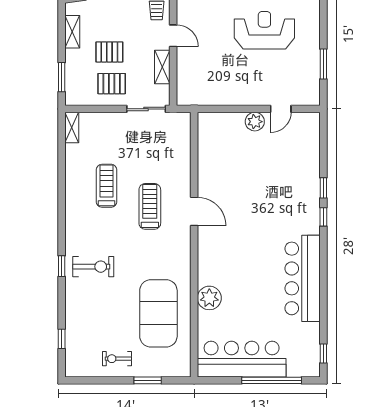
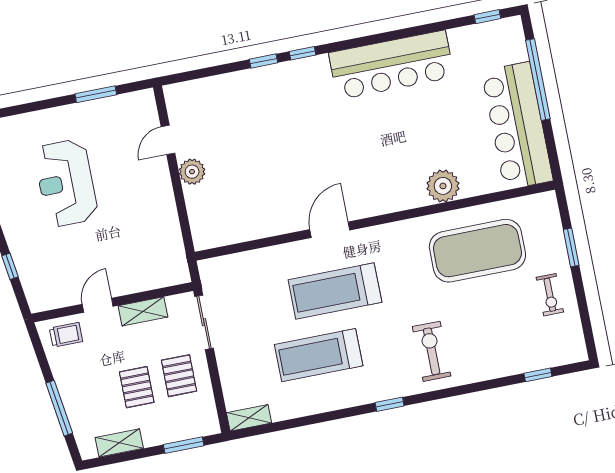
door: (281, 109) -> (168, 140), swing flipped
treadmill: (107, 186) -> (319, 355), width x1.37, depth x1.38
treadmill: (150, 206) -> (335, 291), width x1.37, depth x1.38
window: (62, 266) -> (390, 404), moved

